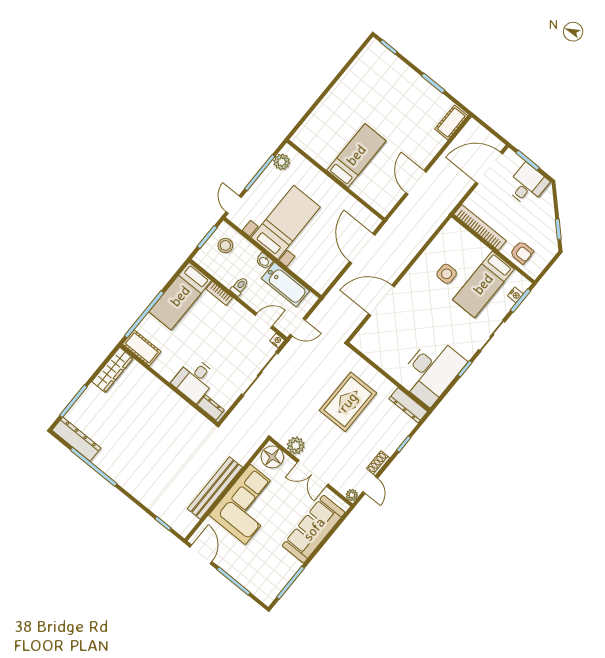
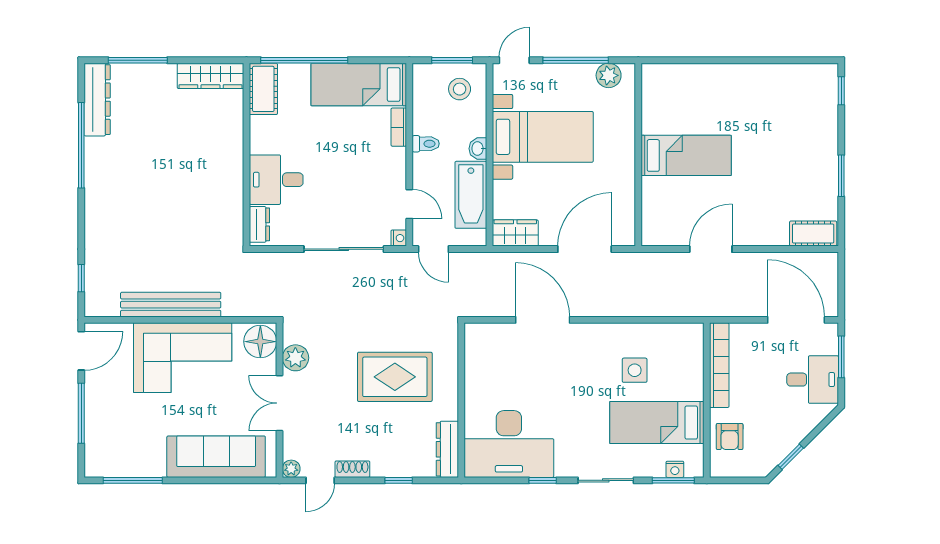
wardrobe: (324, 278) -> (515, 233), added

